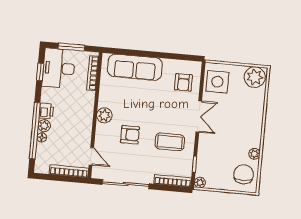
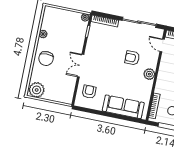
side table: (217, 82) -> (64, 90), removed
coffee table: (170, 142) -> (104, 50), removed
chair: (244, 174) -> (46, 59), moved

